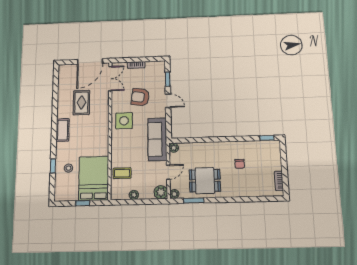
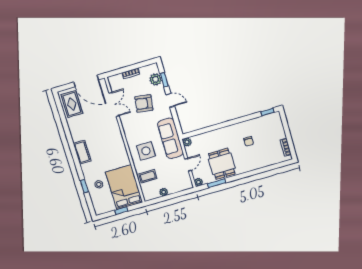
door: (90, 61) -> (86, 81), hinge flipped
double door: (110, 79) -> (114, 104), moved
rug: (81, 103) -> (72, 104), moved
side table: (124, 121) -> (146, 151), moved
dining table: (205, 181) -> (222, 164), turned 90
plant: (161, 192) -> (156, 79), moved

